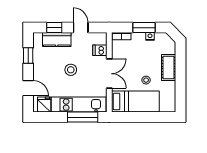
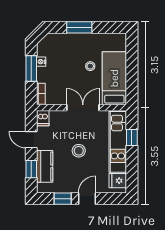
door: (81, 28) -> (31, 140), hinge flipped
dishwasher: (100, 50) -> (43, 118), moved
cot: (169, 68) -> (76, 41), removed
window: (181, 70) -> (79, 27), added
door: (28, 88) -> (87, 199), moved
window: (83, 117) -> (132, 137), width x0.46

